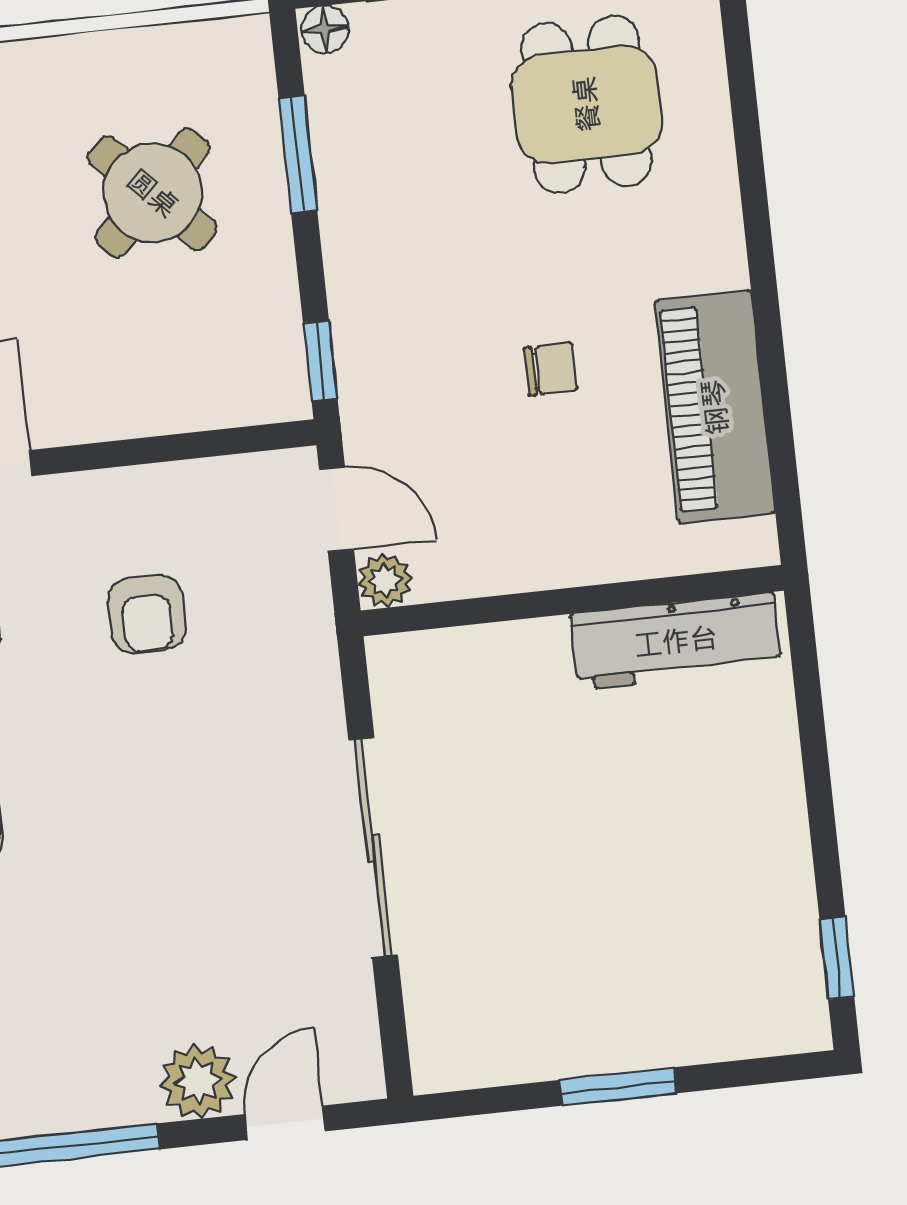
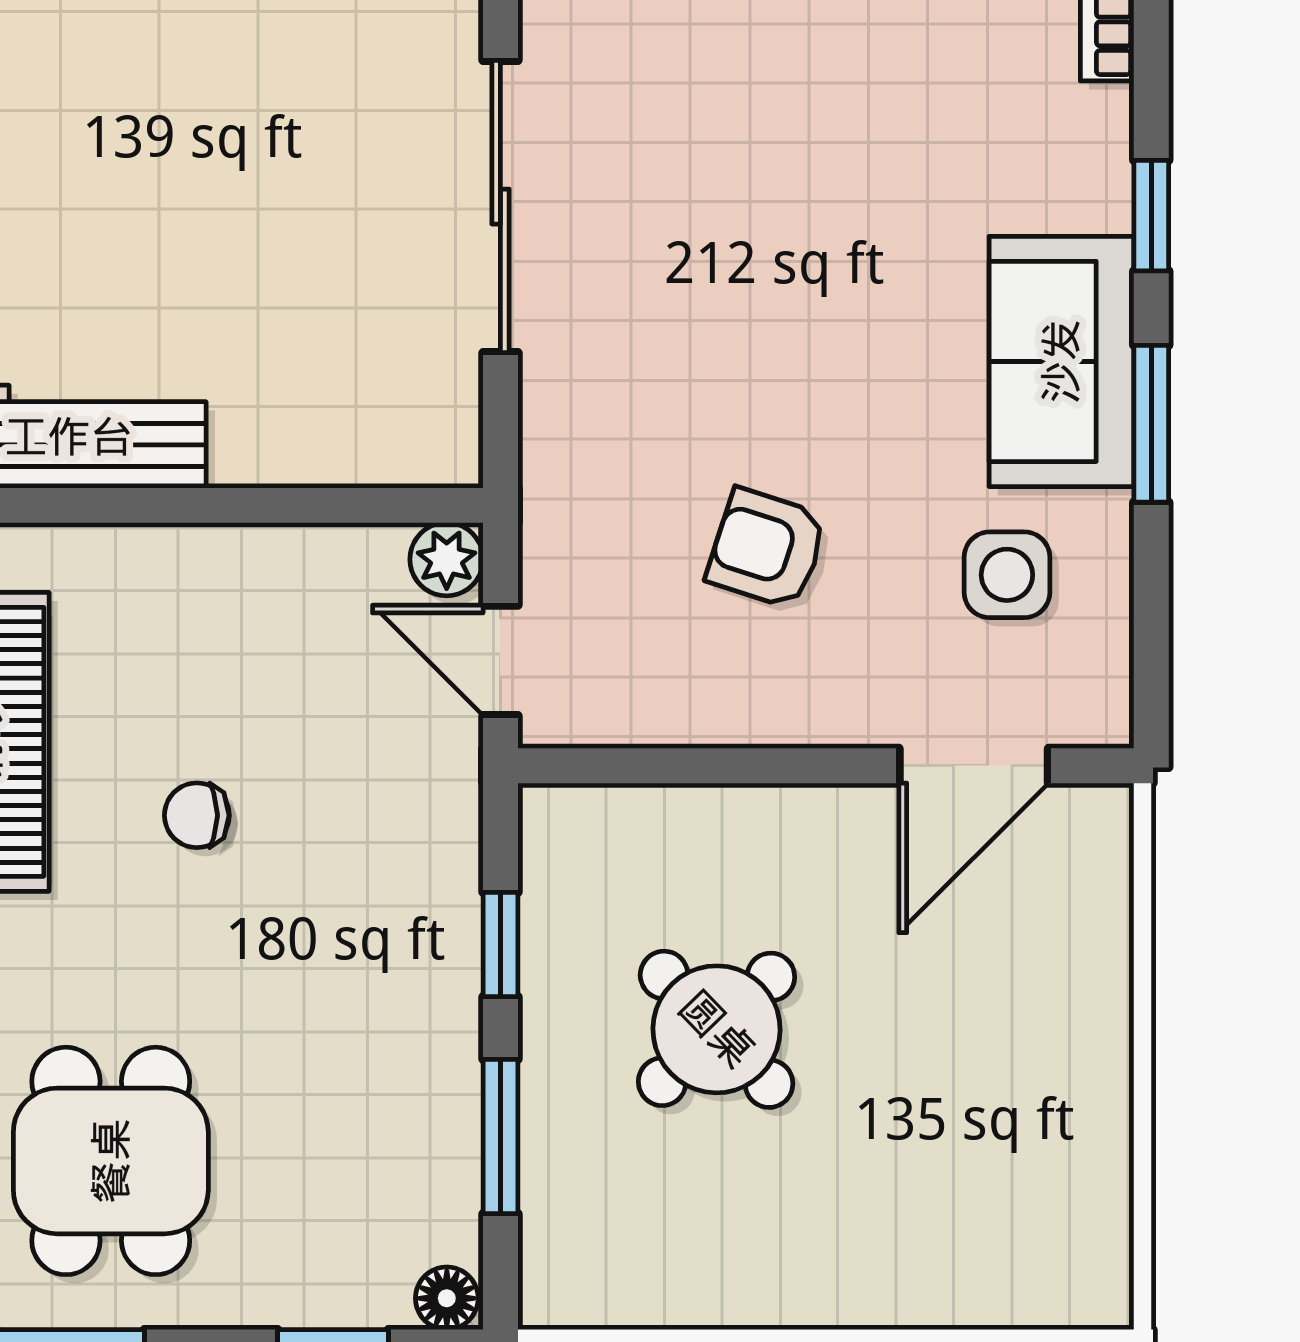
round table: (153, 193) -> (717, 1029), moved
window: (320, 361) -> (500, 944), moved
armchair: (147, 614) -> (767, 548), turned -72

